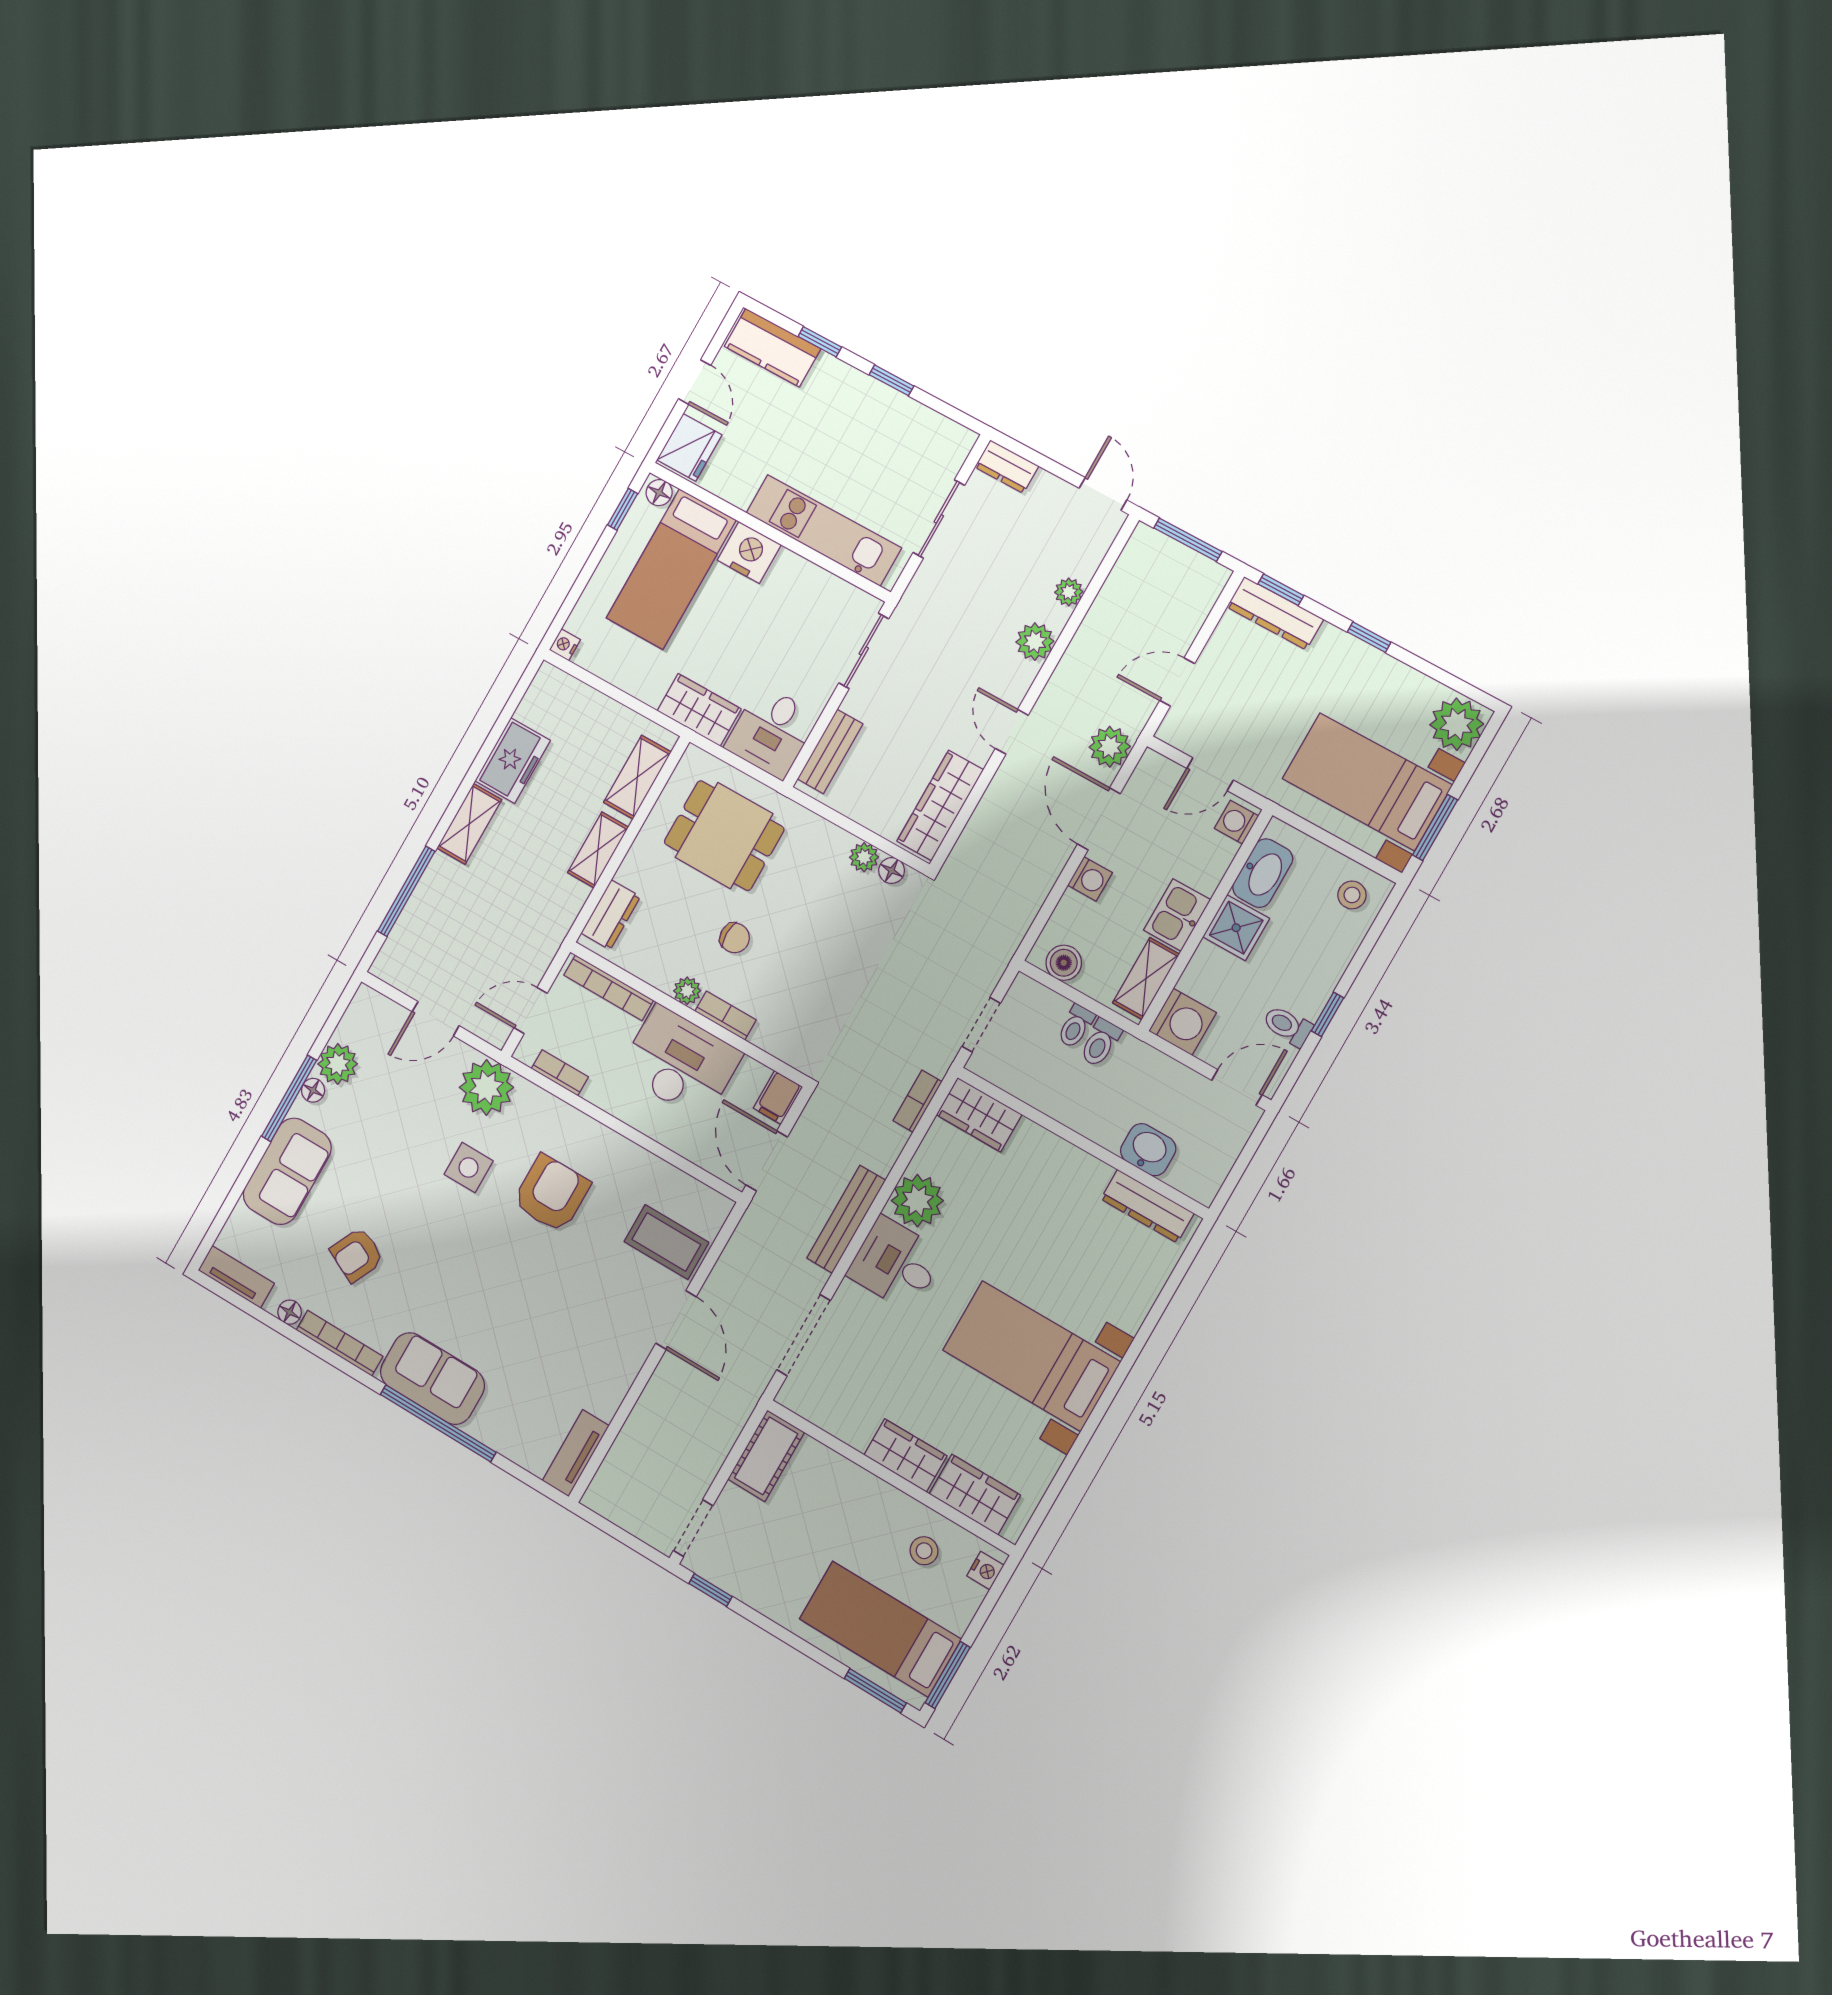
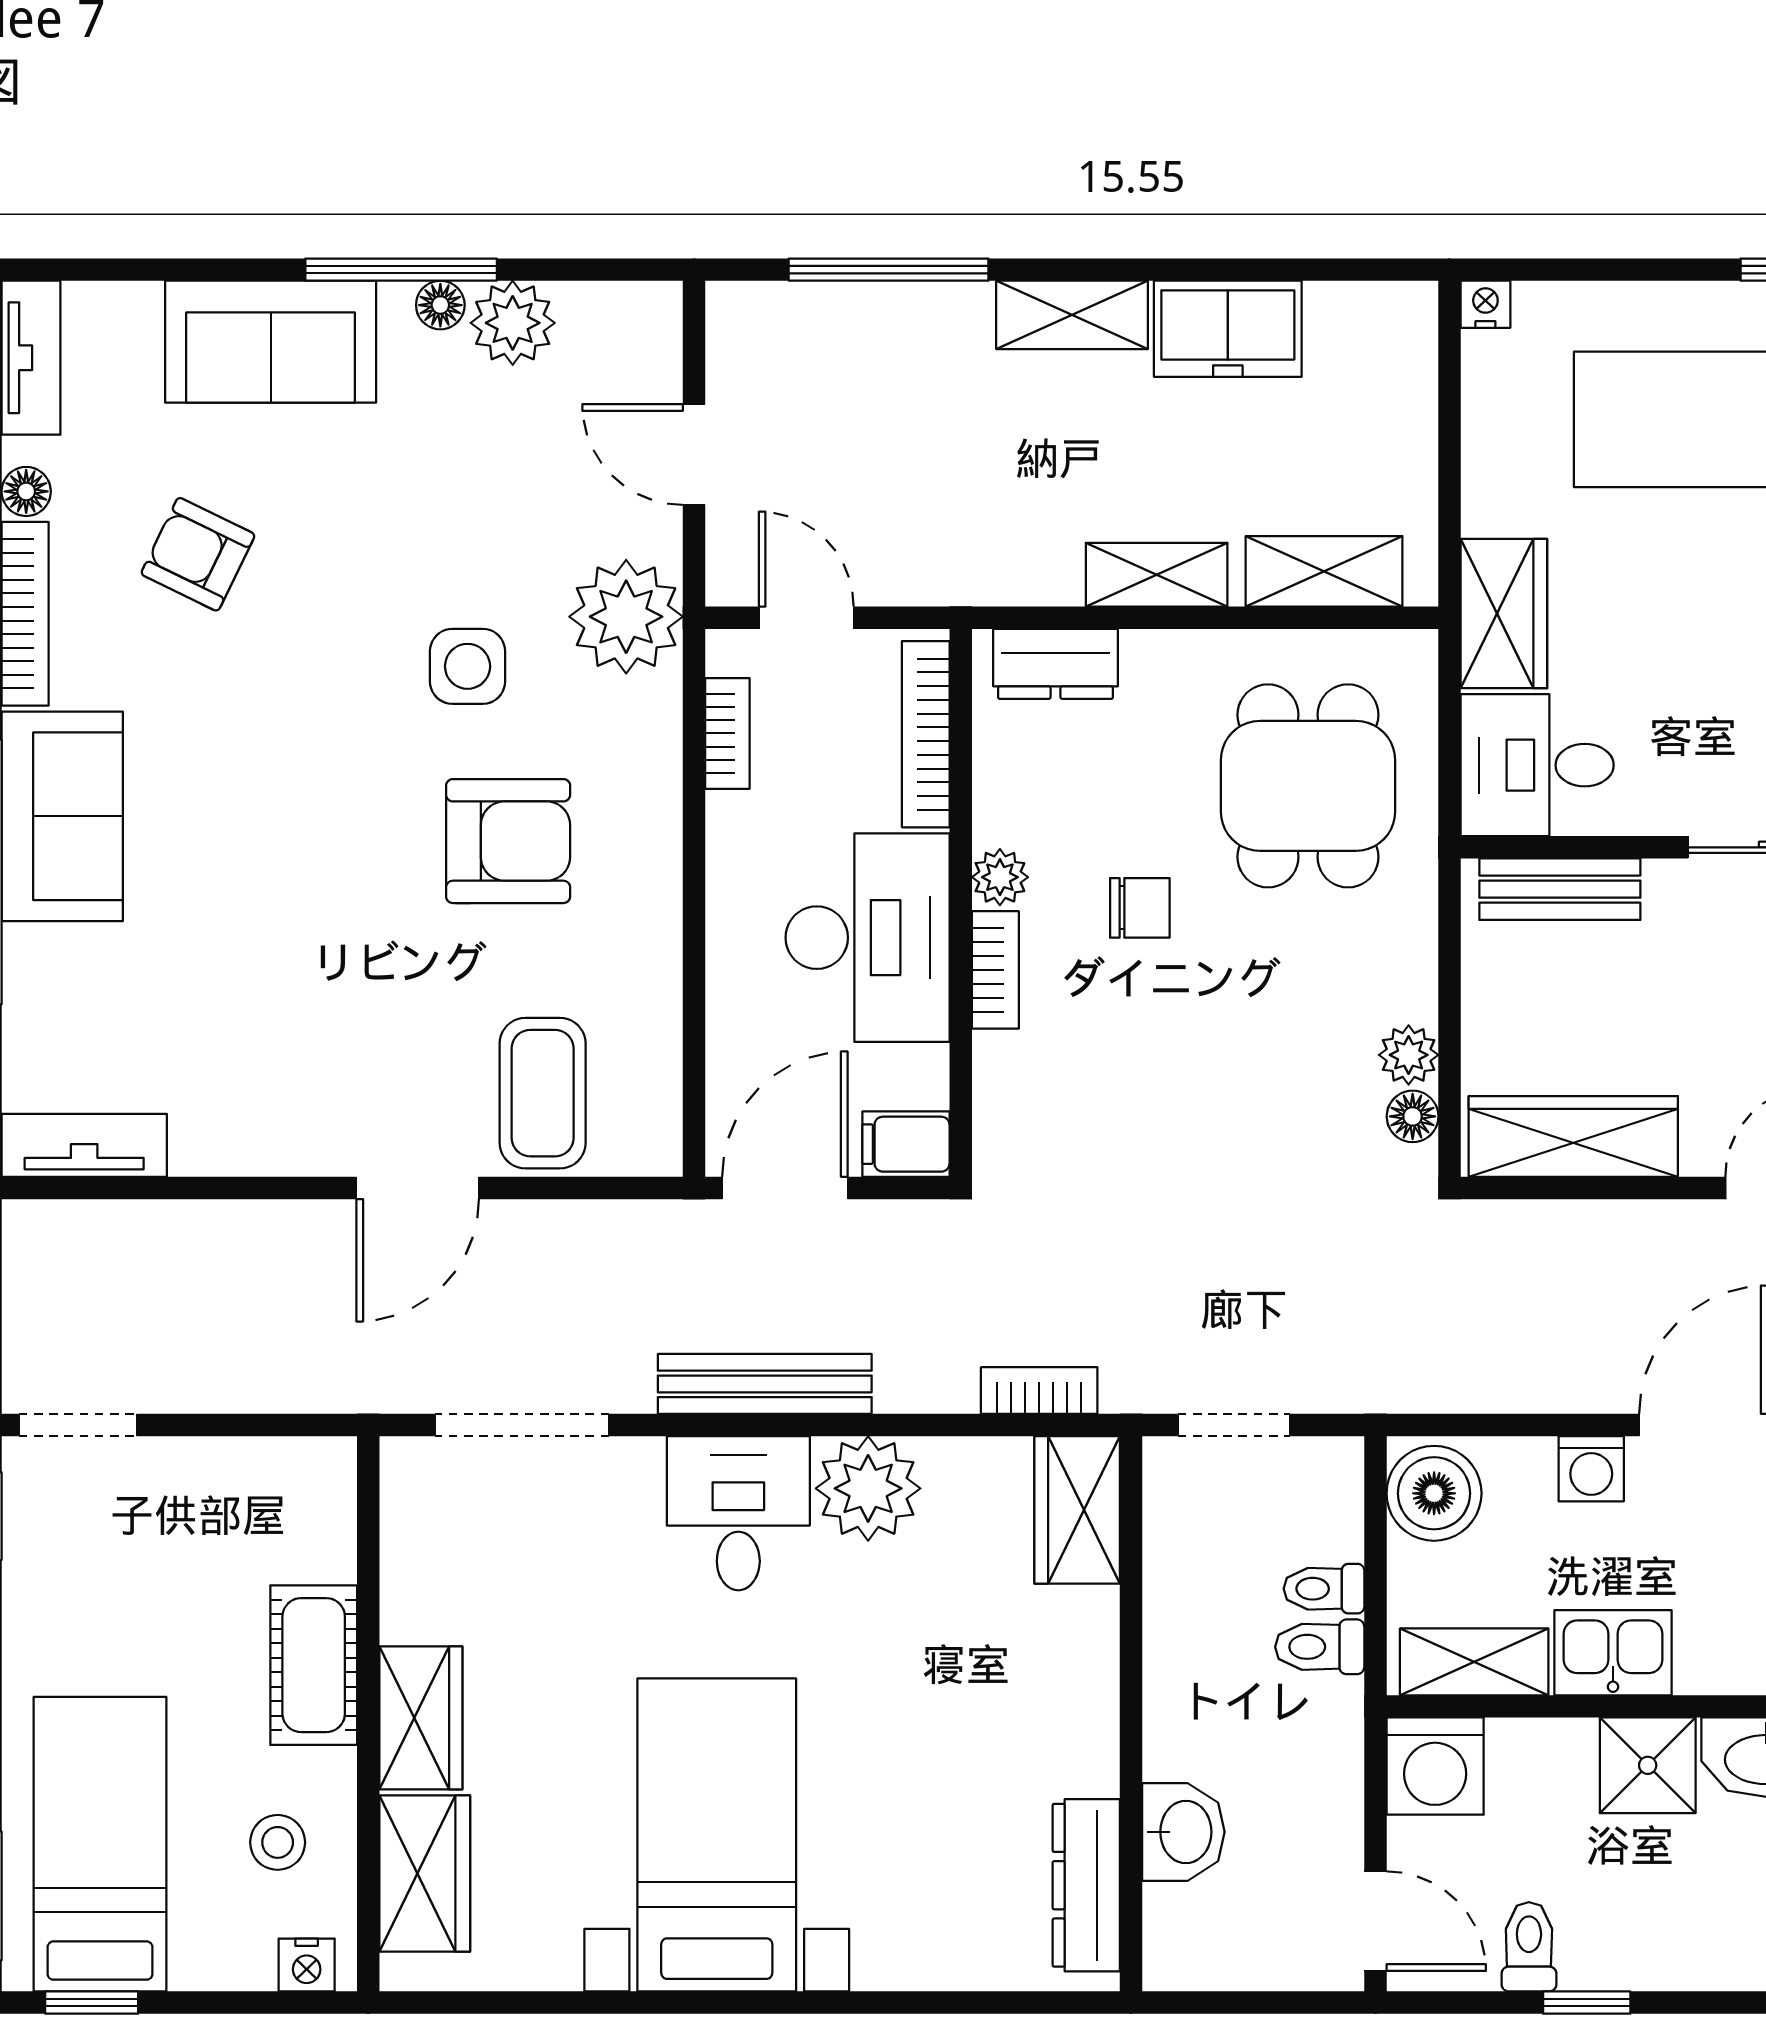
chair: (735, 938) -> (1140, 908), turned -90
boiler: (1064, 963) -> (1434, 1493), width x1.36, depth x1.36
cot: (766, 1456) -> (314, 1665), moved, turned 90
window: (948, 1675) -> (92, 2003), width x0.67

